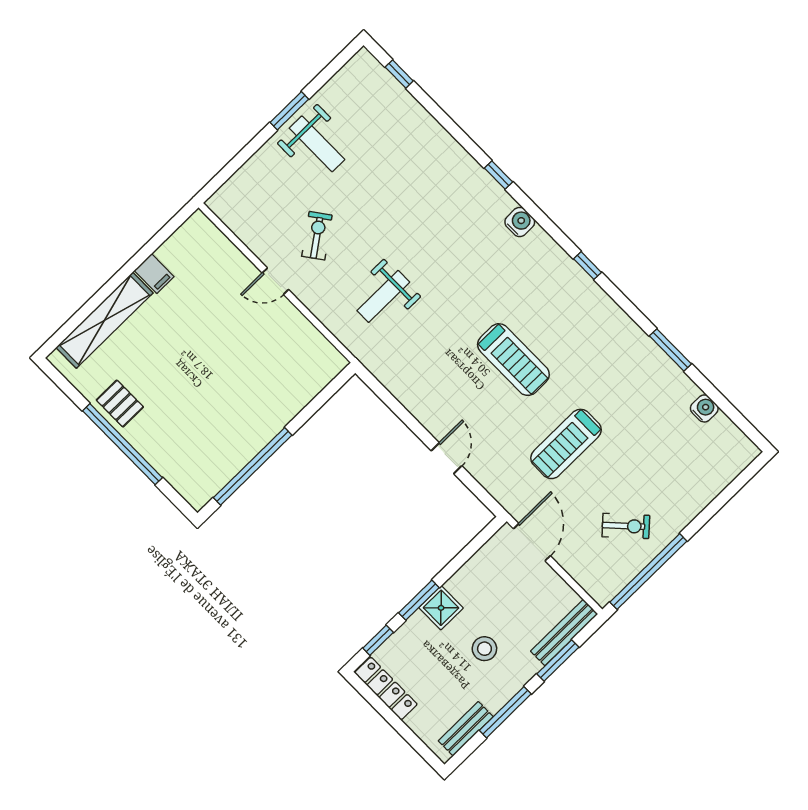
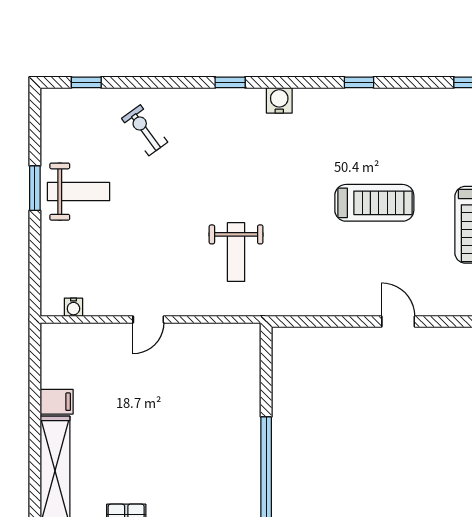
water cooler: (232, 220) -> (73, 307), added
exercise bike: (317, 236) -> (145, 130), moved

